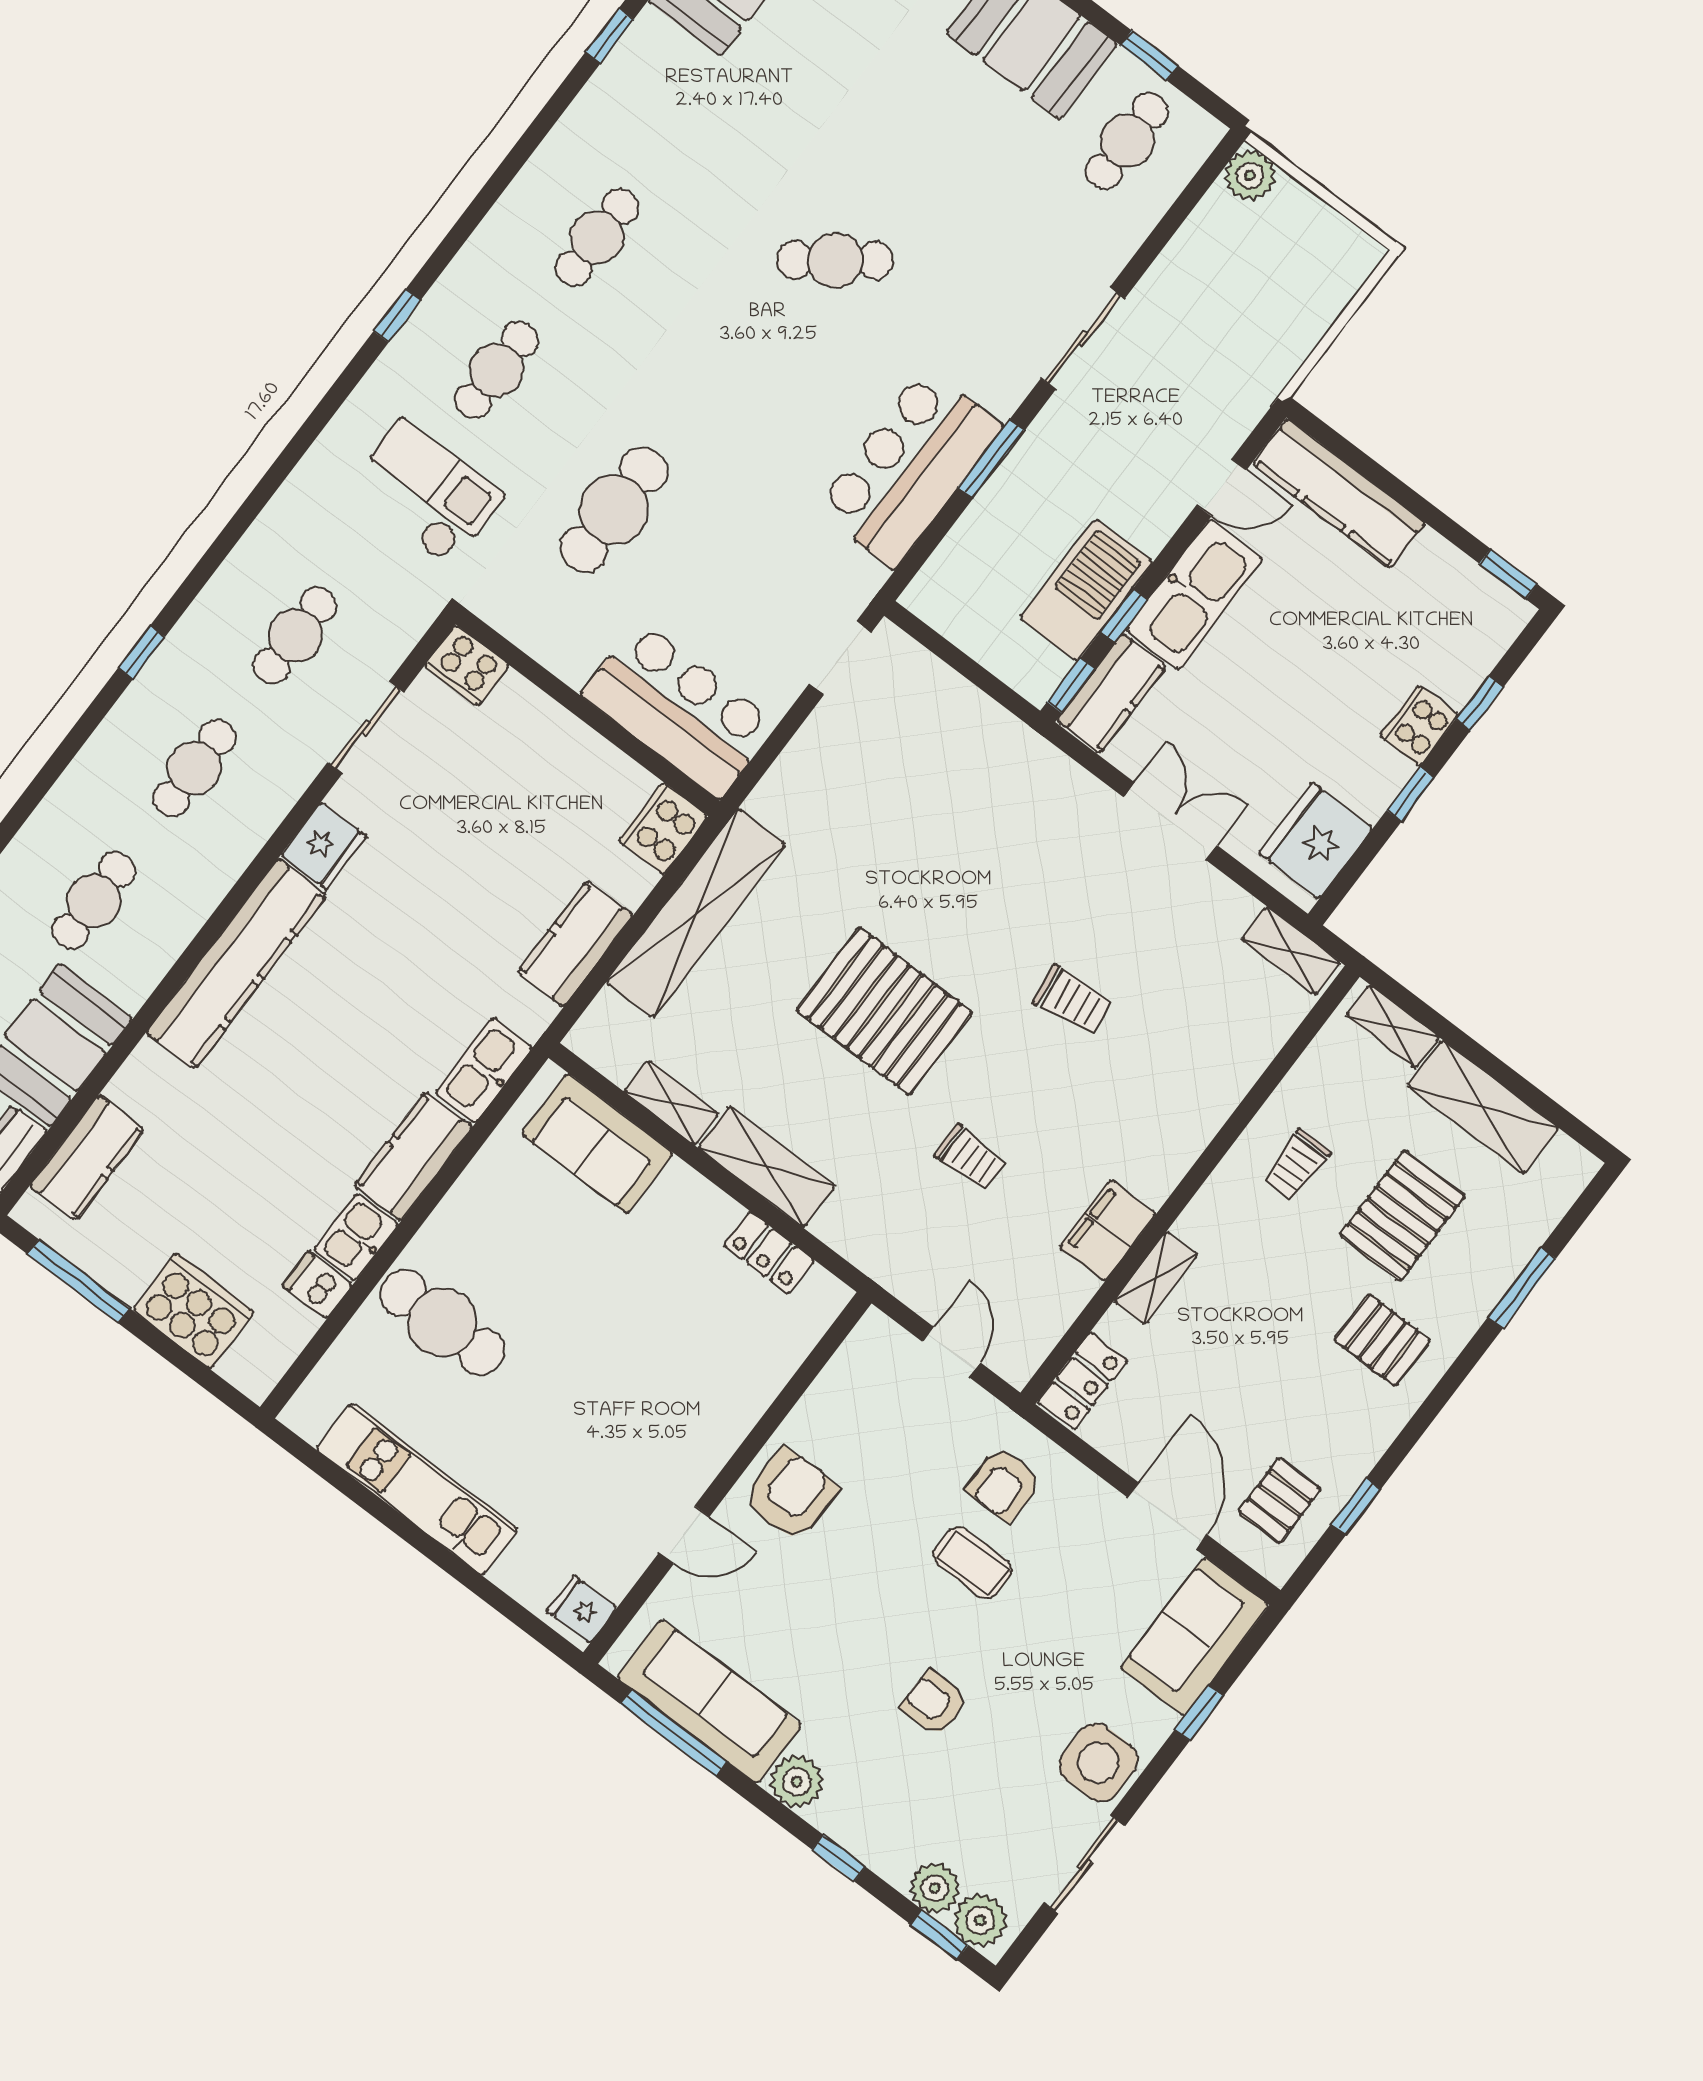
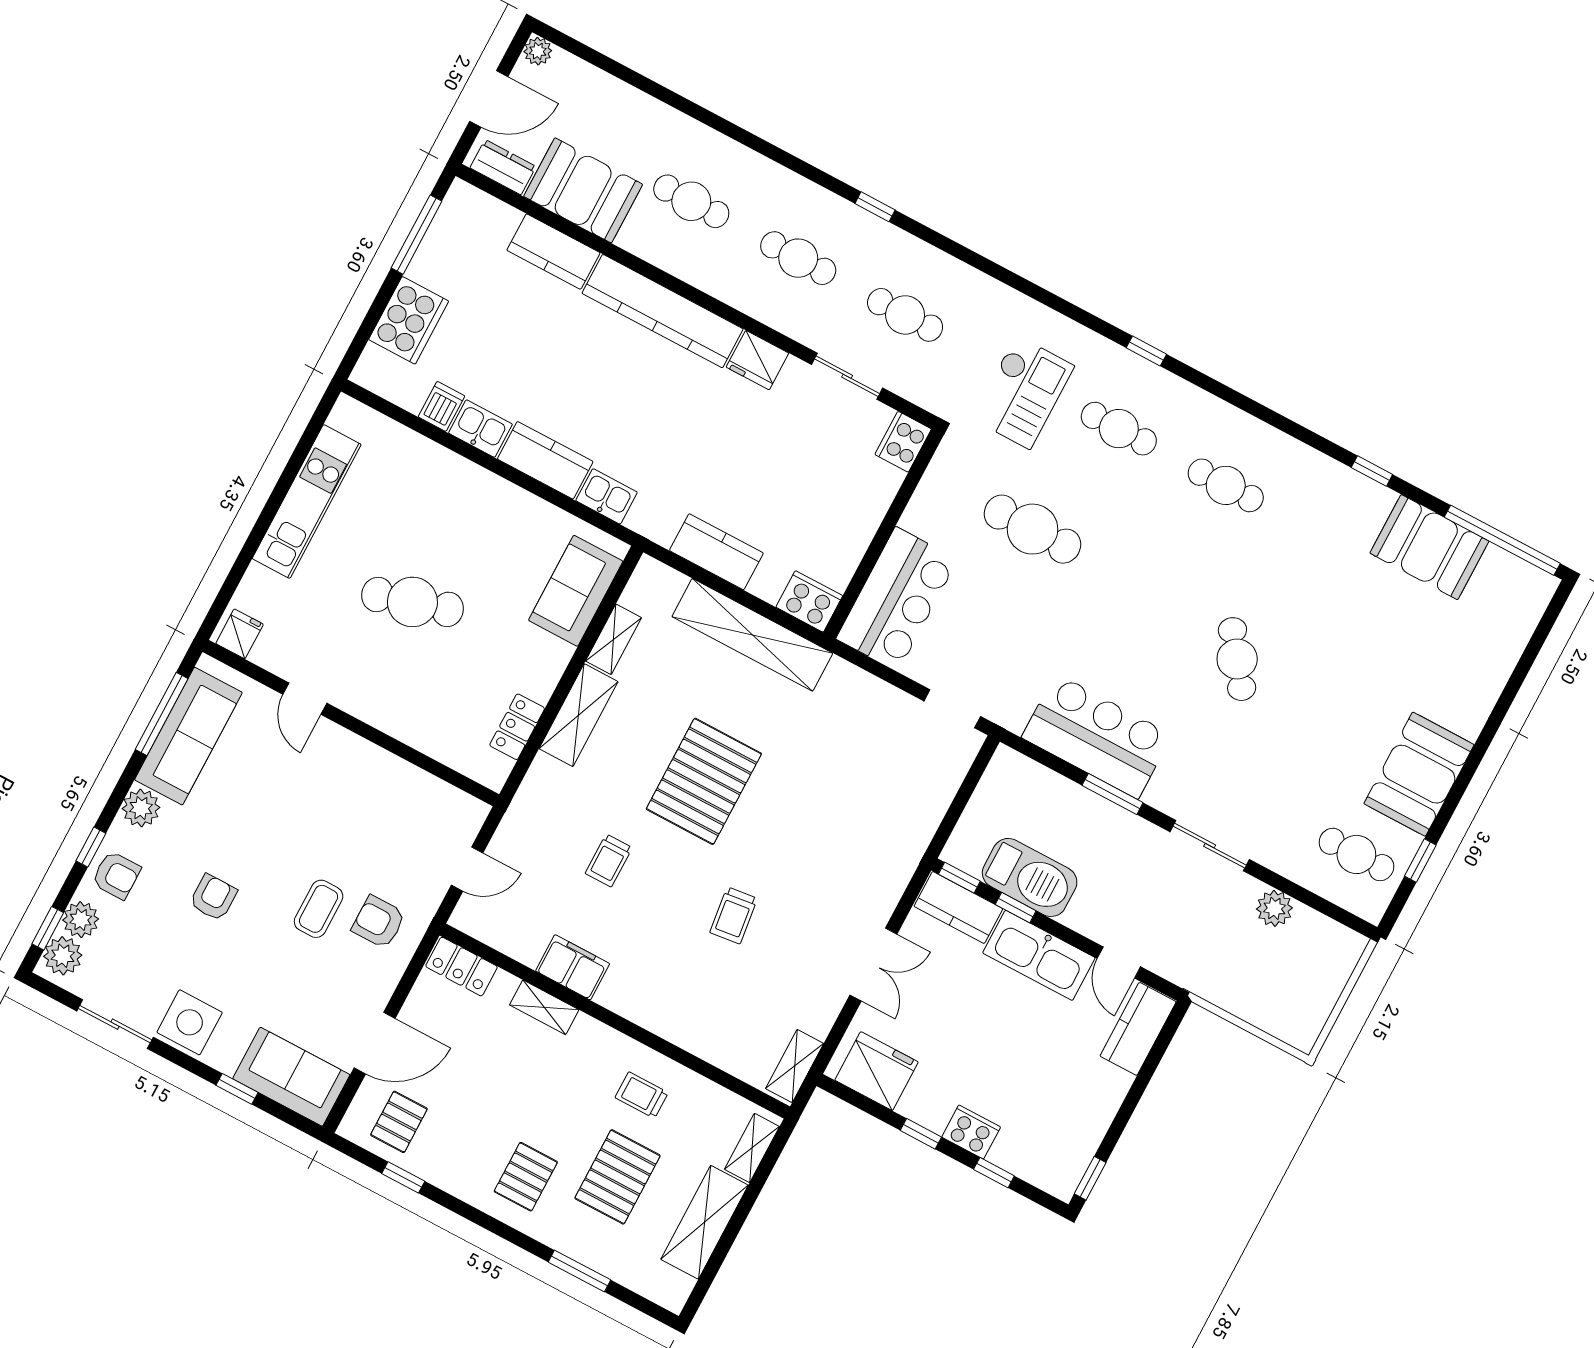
plant: (1250, 175) -> (1274, 908), moved
kitchen counter: (1339, 493) -> (1138, 1029), width x0.67
kitchen sink: (484, 1070) -> (607, 496), width x0.73
kitchen counter: (87, 1158) -> (553, 252), moved
pallet: (1402, 1216) -> (618, 1177), turned 90
cafe table: (442, 1322) -> (412, 602), moved, turned 74
armchair: (790, 1495) -> (116, 875), moved, width x0.72, depth x0.72
pallet: (1280, 1500) -> (399, 1122), turned 90

